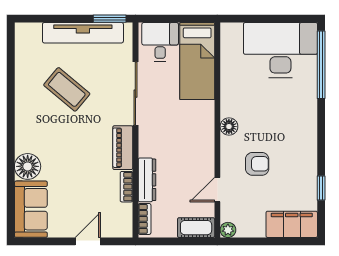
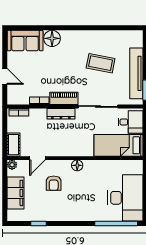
coffee table: (67, 89) -> (101, 63), turned 61
dresser: (147, 180) -> (61, 114), moved
door: (217, 190) -> (37, 158), swing flipped
filing cabinet: (292, 224) -> (16, 193), moved

